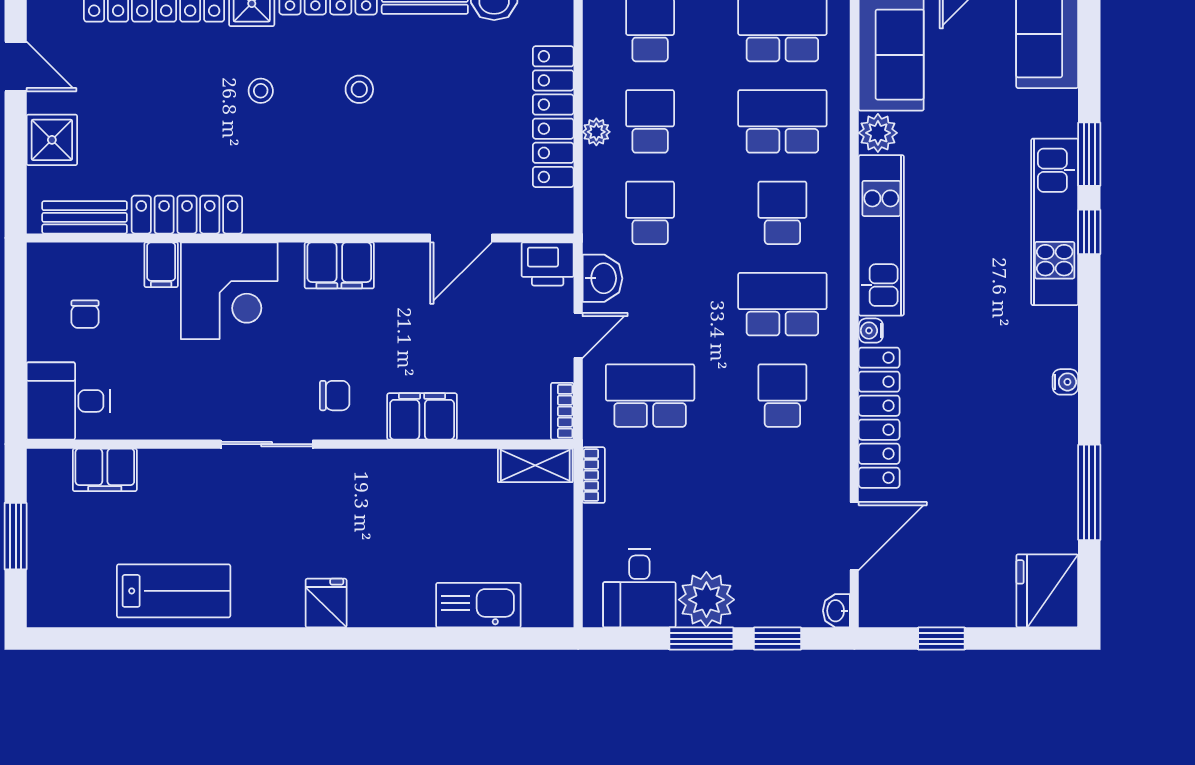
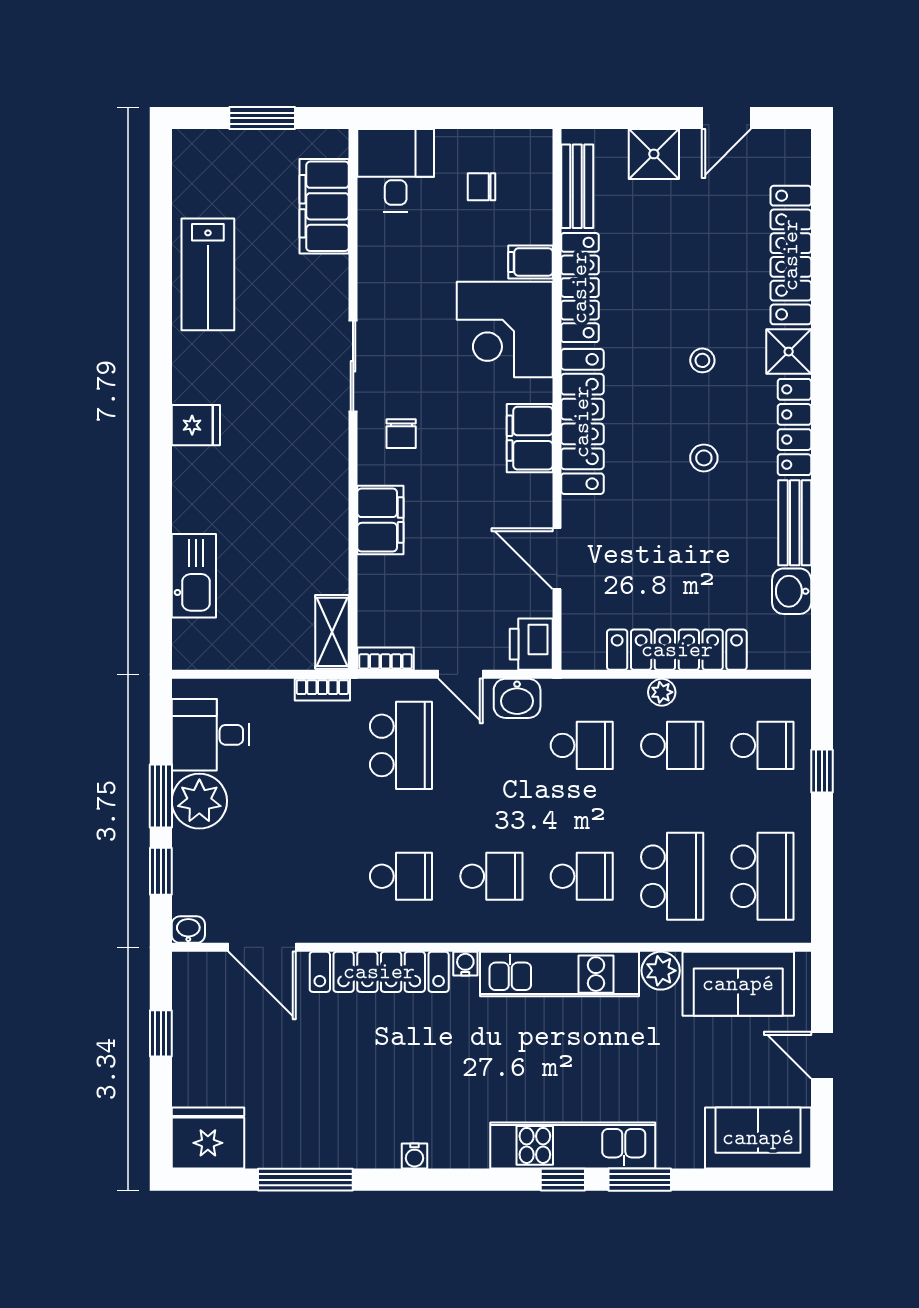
locker: (322, 212) -> (582, 422), added
school desk: (782, 304) -> (491, 876), width x0.54
filing cabinet: (105, 470) -> (324, 206), width x1.50, depth x1.17

